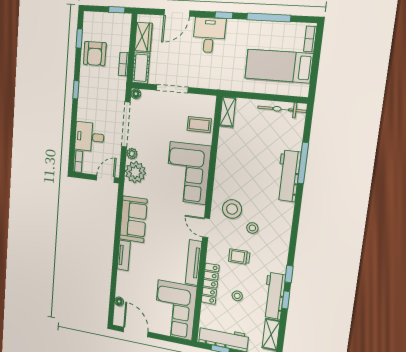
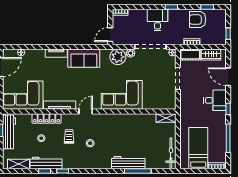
coffee table: (199, 125) -> (156, 100), removed
desk: (89, 137) -> (157, 20), moved
door: (105, 179) -> (110, 35), swing flipped
stool: (232, 209) -> (101, 128), removed

